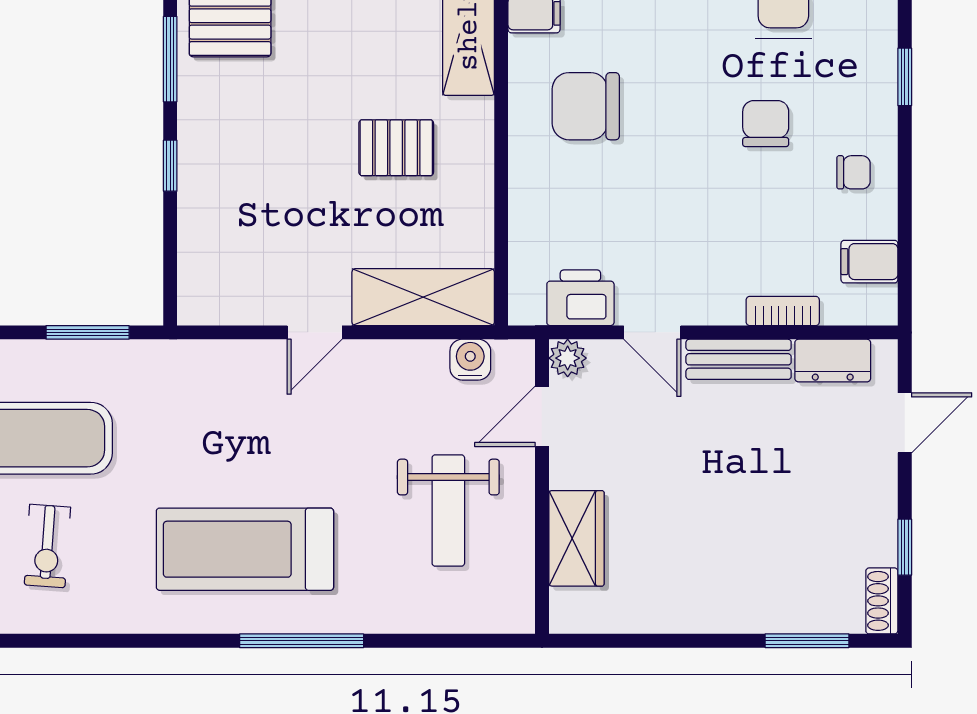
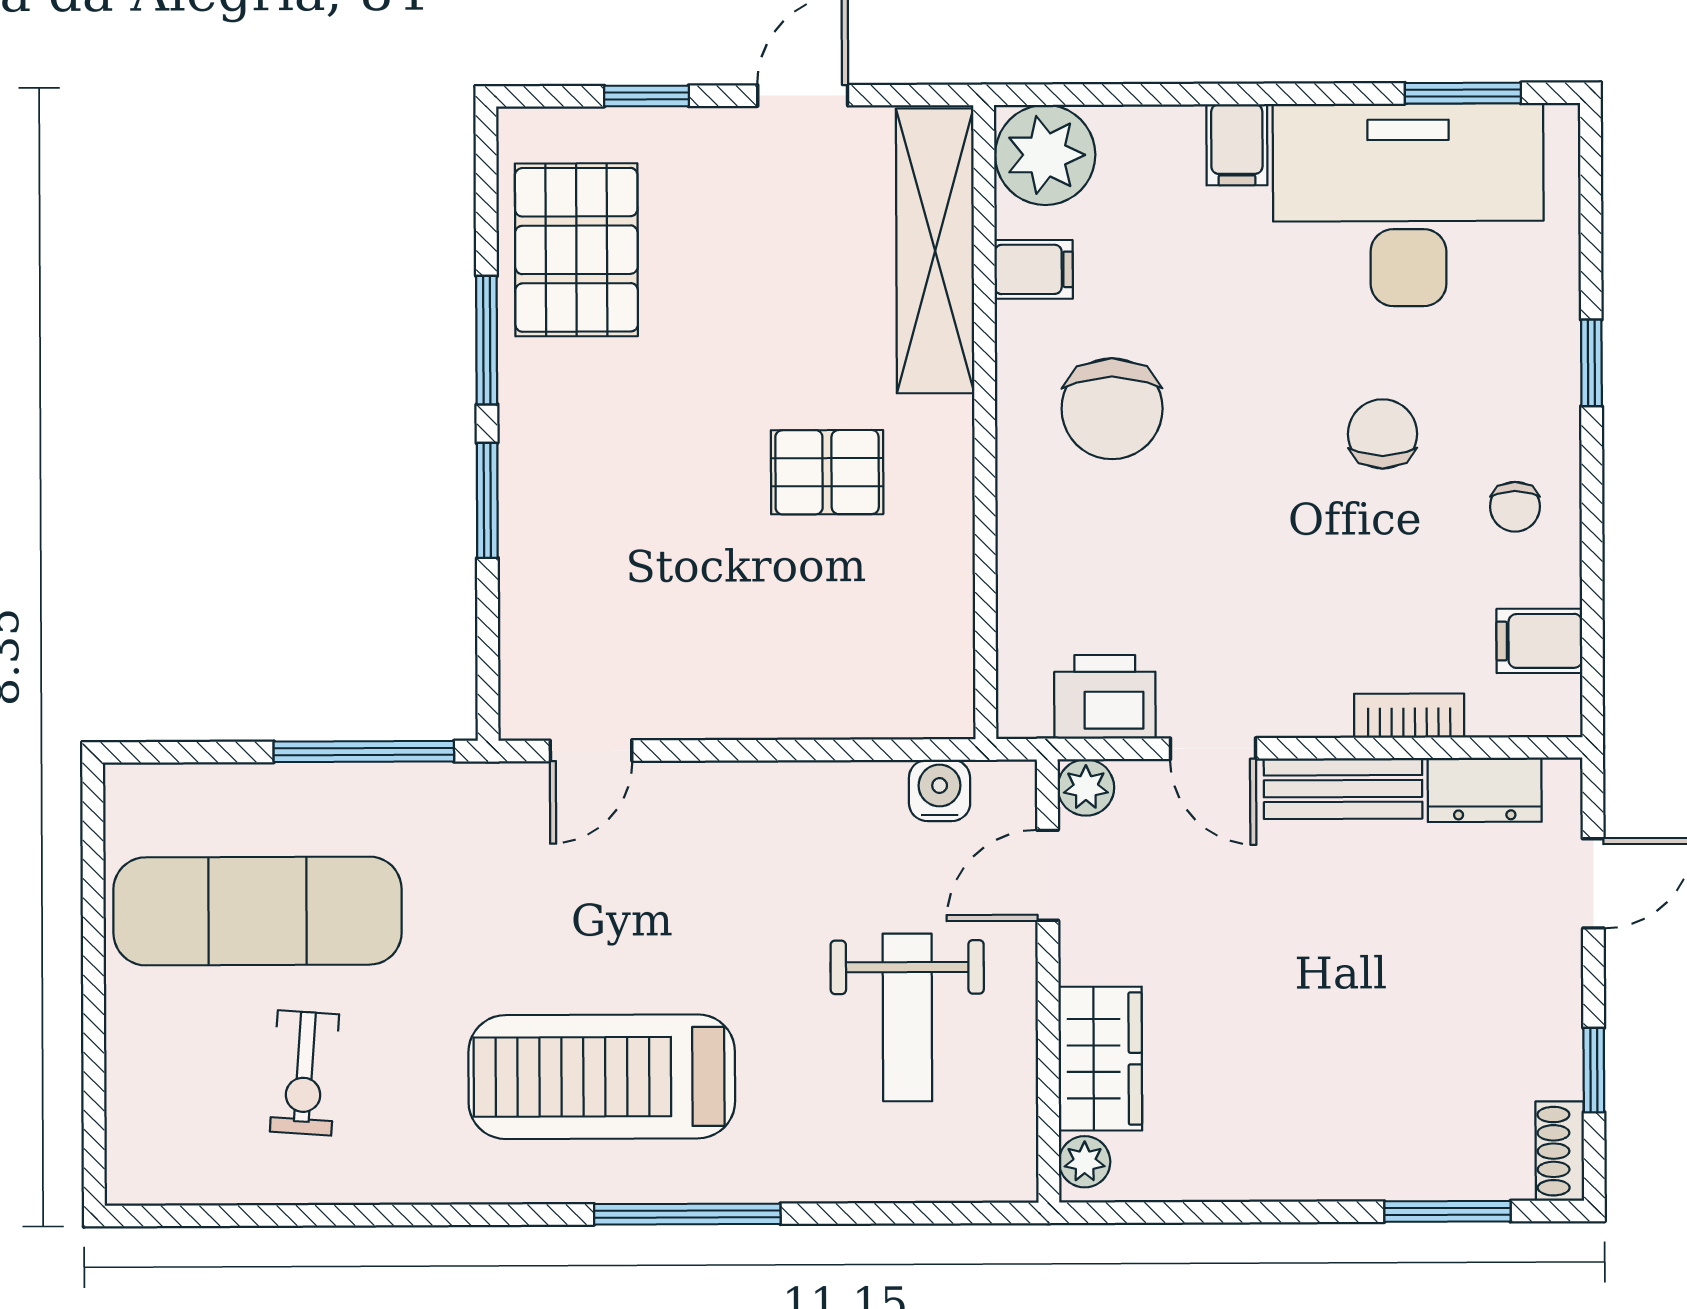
chair: (586, 106) -> (1112, 409), turned -90
window: (170, 166) -> (487, 500), width x1.50
chair: (854, 172) -> (1515, 507), turned 90
shelving: (423, 297) -> (868, 697), removed
window: (88, 332) -> (364, 752), width x1.44
door: (315, 332) -> (591, 751), moved
plant: (566, 607) -> (1085, 1162), added

